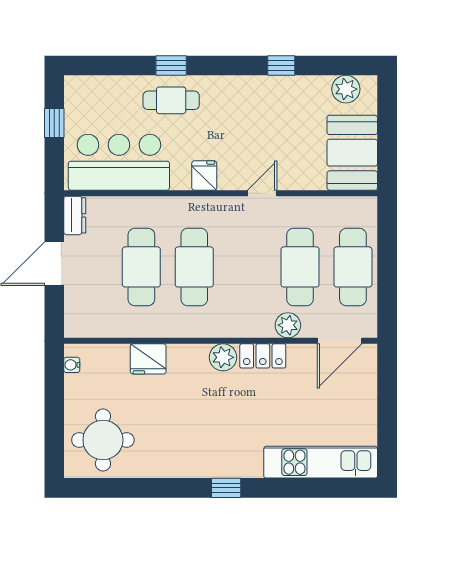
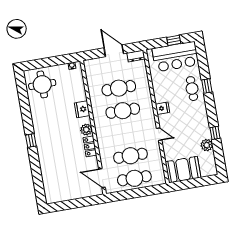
plant: (346, 89) -> (207, 145), moved
bar counter: (119, 162) -> (175, 57), moved, turned 90
plant: (288, 325) -> (105, 155), removed
fridge: (148, 359) -> (82, 109), moved
kitchen unit: (321, 462) -> (49, 179), removed

